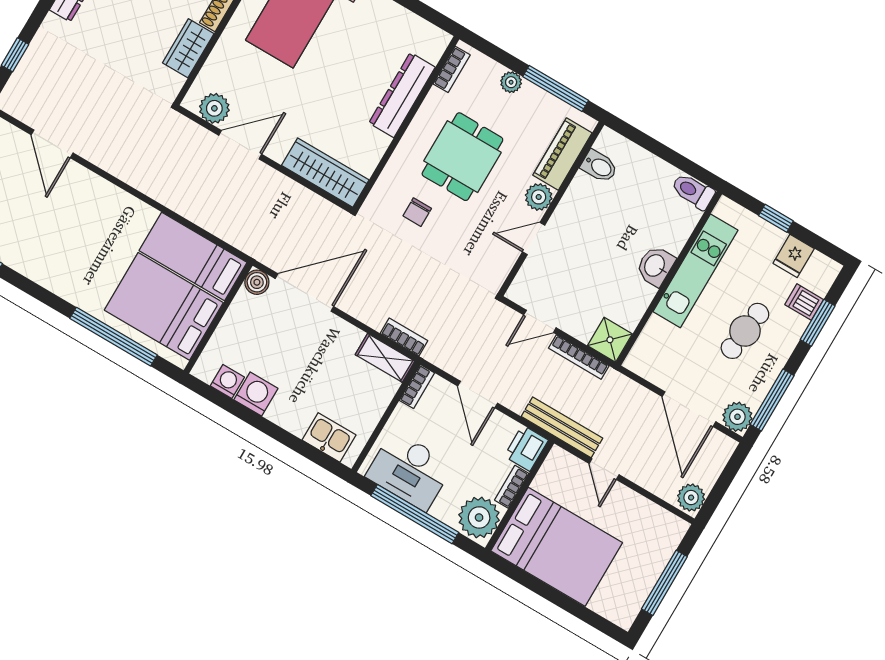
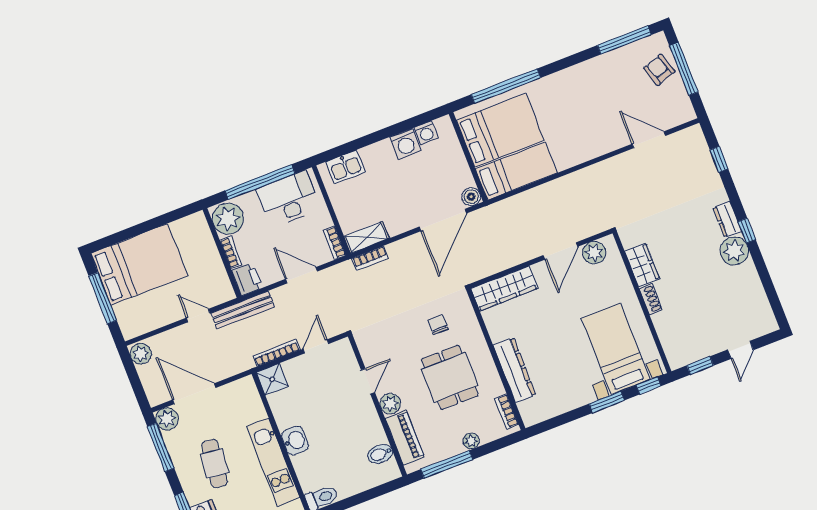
bed: (557, 547) -> (139, 264), moved, turned 180

